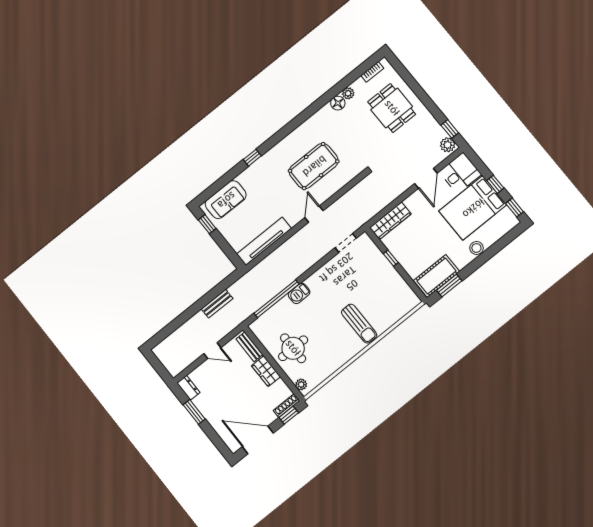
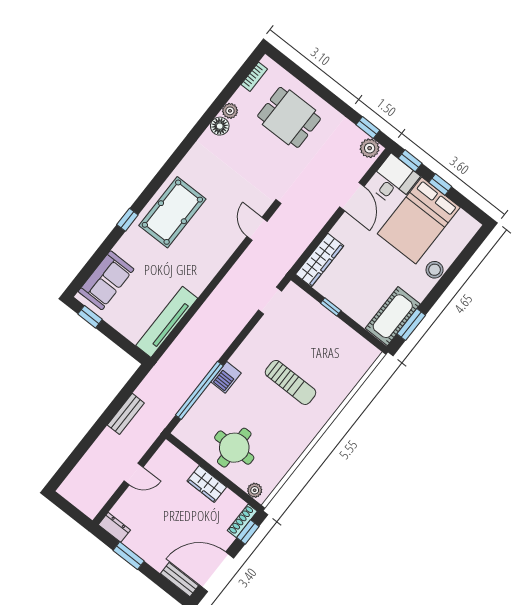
pool table: (314, 166) -> (172, 212), moved
window: (514, 208) -> (410, 161), moved
door: (314, 214) -> (257, 229), moved
sun lounger: (359, 324) -> (290, 382), moved
bench: (249, 347) -> (179, 580), moved

